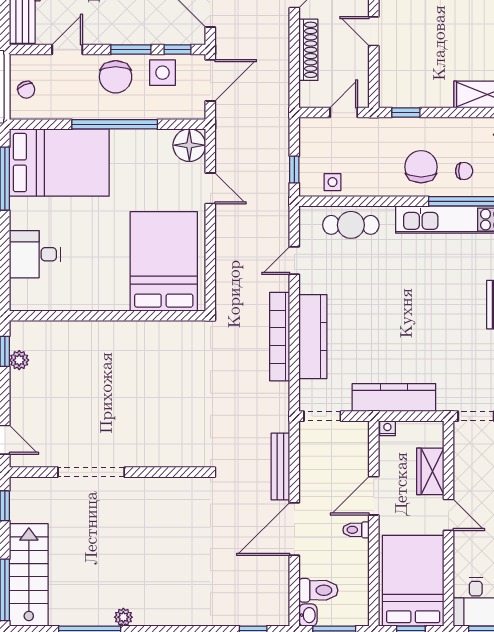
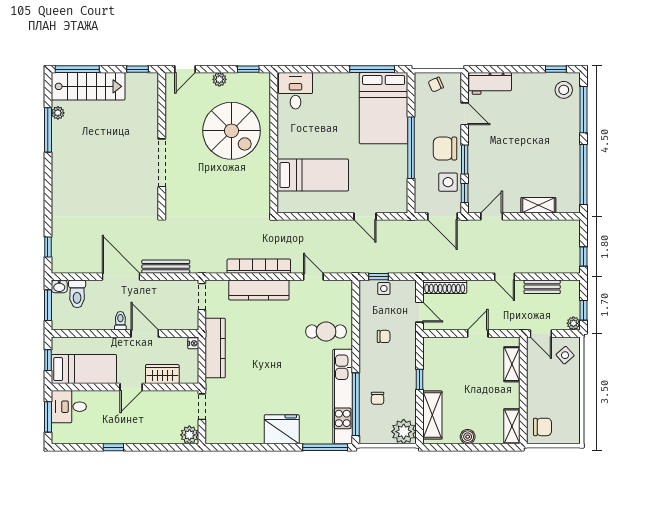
shoe rack: (308, 50) -> (445, 287), moved
window: (406, 113) -> (419, 379), moved
floor lamp: (189, 145) -> (396, 201), removed
chair: (421, 167) -> (384, 336), moved, width x0.54, depth x0.54
side table: (333, 182) -> (384, 289), moved
door: (210, 188) -> (365, 216), hinge flipped
cafe table: (351, 225) -> (326, 332), moved, turned 90
desk: (35, 254) -> (296, 91), moved
bed: (164, 261) -> (313, 175), width x0.67
plant: (19, 360) -> (219, 79), moved
spiral stairs: (91, 375) -> (232, 131), added
doorway: (91, 472) -> (162, 163), moved
bed: (413, 581) -> (84, 369), width x0.67
plant: (123, 617) -> (58, 113), moved

